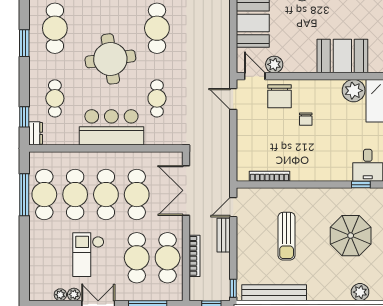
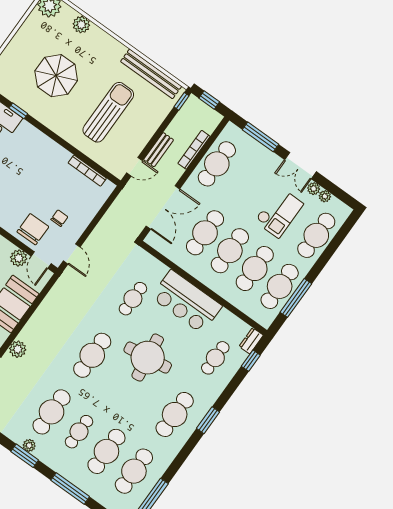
chair: (306, 119) -> (59, 218), moved
sun lounger: (287, 236) -> (108, 112), width x1.36, depth x1.34
cafe table: (137, 258) -> (316, 235), moved

